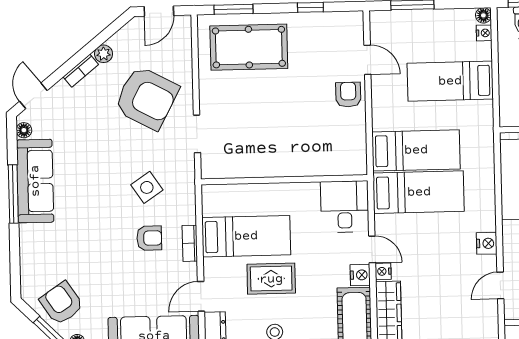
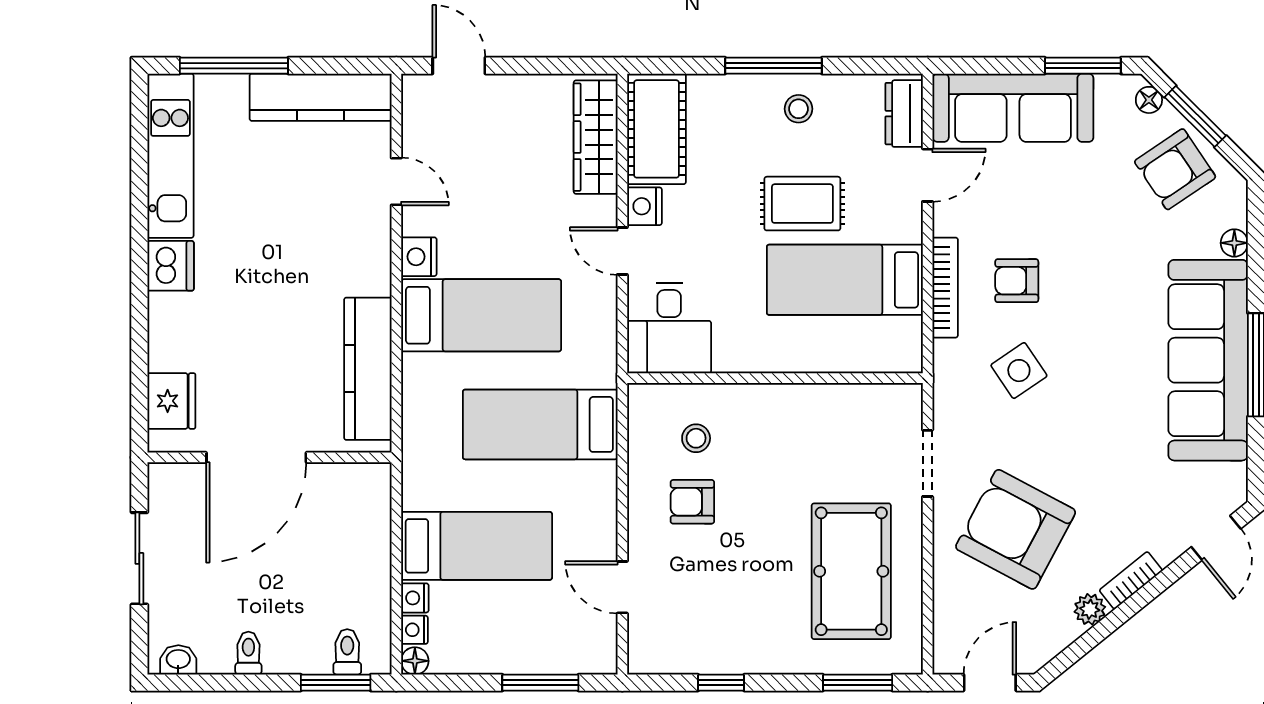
pool table: (249, 47) -> (851, 571), moved, turned 90
armchair: (348, 95) -> (692, 502), moved, turned 90
floor lamp: (24, 130) -> (1234, 243), moved
stool: (328, 145) -> (696, 438), added
sofa: (35, 181) -> (1208, 360), width x1.36, depth x1.27
bed: (419, 192) -> (481, 315), moved, turned 180
bookcase: (190, 243) -> (945, 288), width x1.56
nightstand: (383, 271) -> (415, 598), moved, turned 180
door: (500, 285) -> (396, 182), hinge flipped
armchair: (62, 303) -> (1175, 169), turned 90

